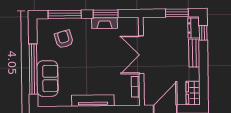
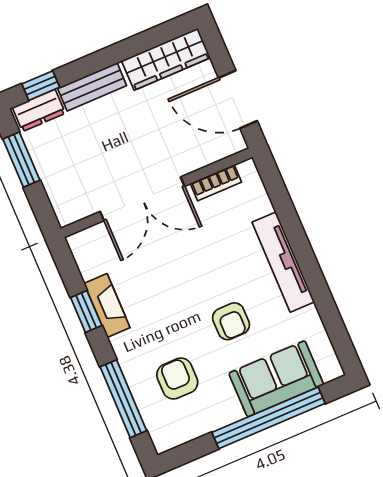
window: (106, 14) -> (86, 311), width x0.67
armchair: (64, 39) -> (177, 379), turned 106
armchair: (78, 70) -> (231, 321), added
wardrobe: (193, 93) -> (166, 59), width x1.50

